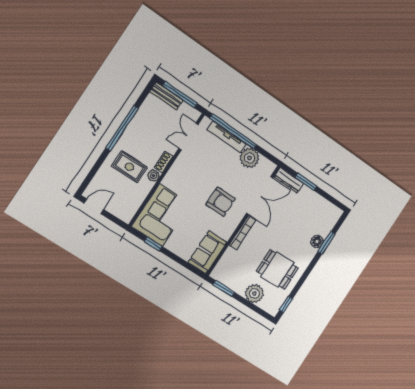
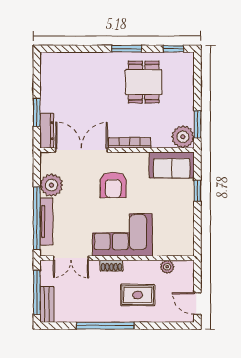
rug: (129, 167) -> (138, 295), turned 90
plant: (154, 176) -> (167, 267), moved
armchair: (221, 202) -> (113, 185), turned 180
corner sofa: (161, 215) -> (122, 235), moved
floor lamp: (317, 242) -> (89, 60), removed
window: (326, 243) -> (127, 49), moved
window: (153, 244) -> (197, 191), moved
plant: (254, 293) -> (183, 137), moved

